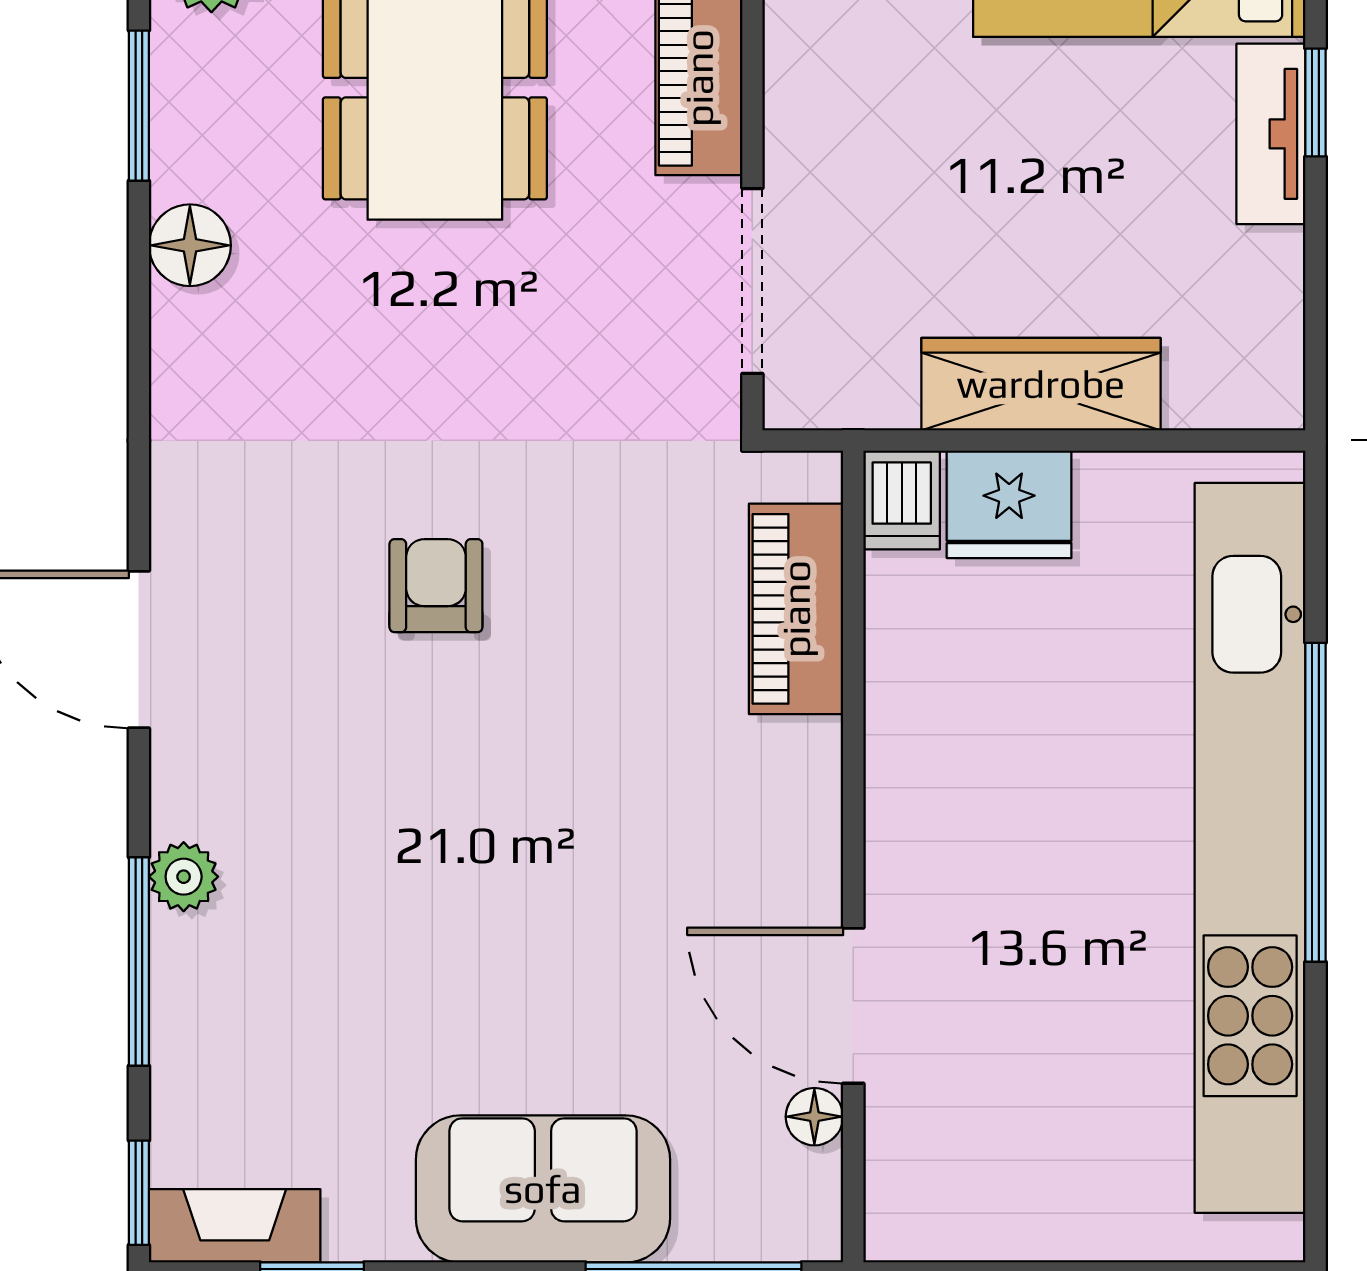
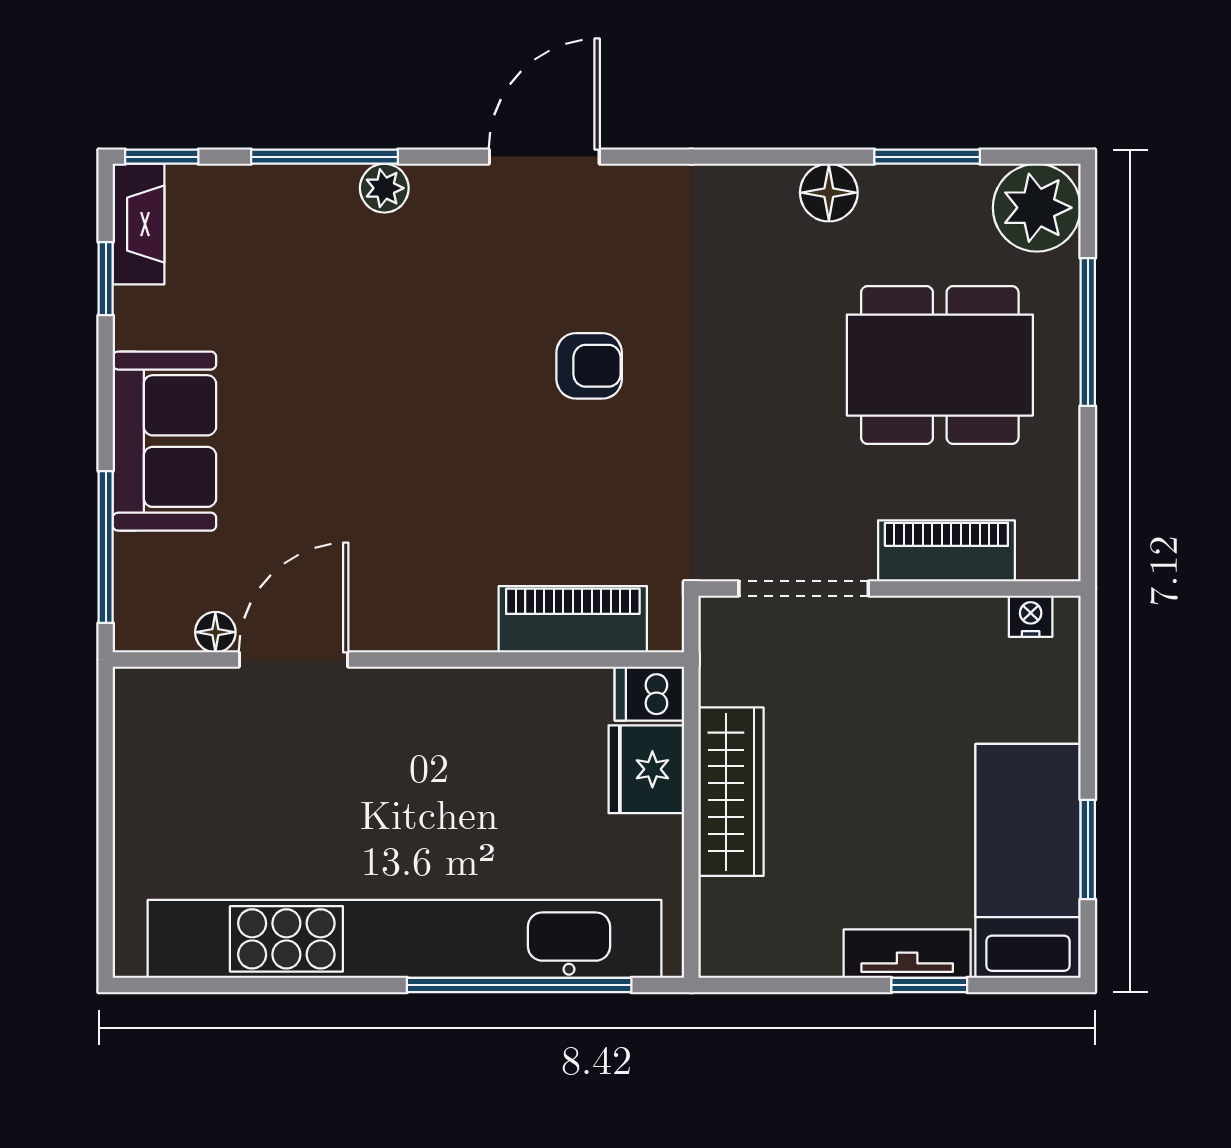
window: (1315, 802) -> (519, 985), moved

